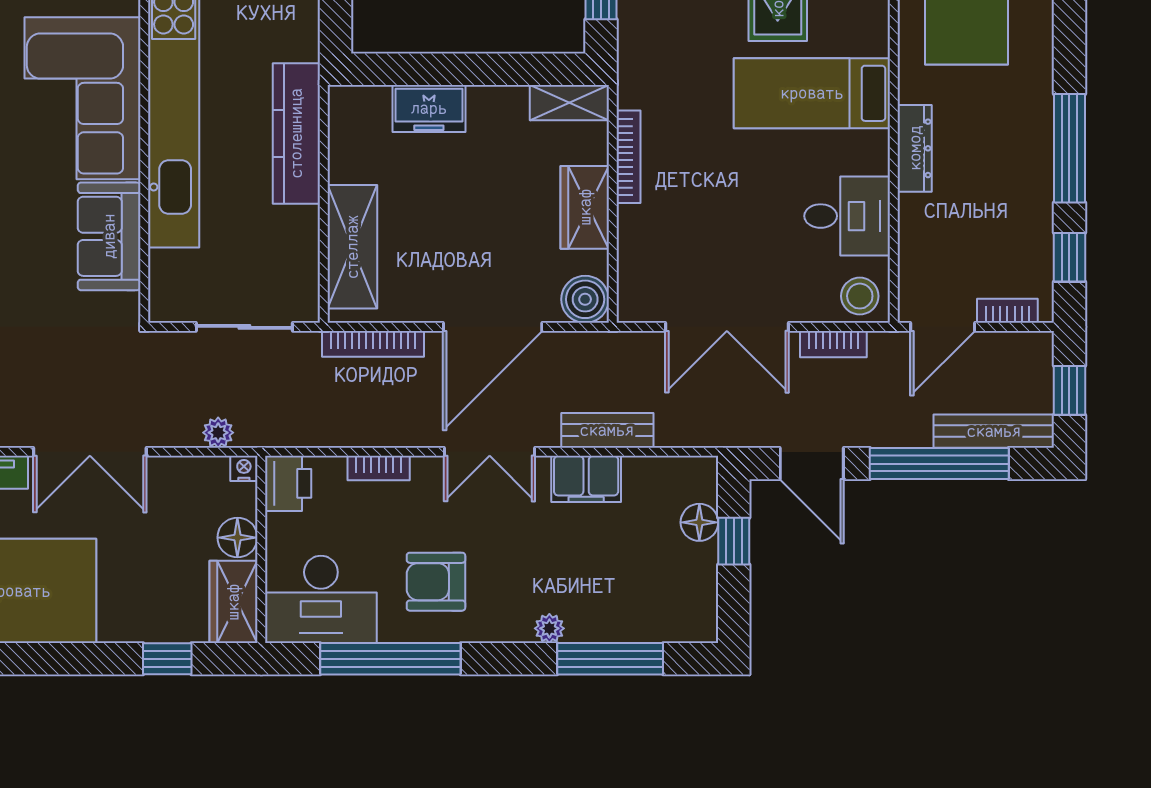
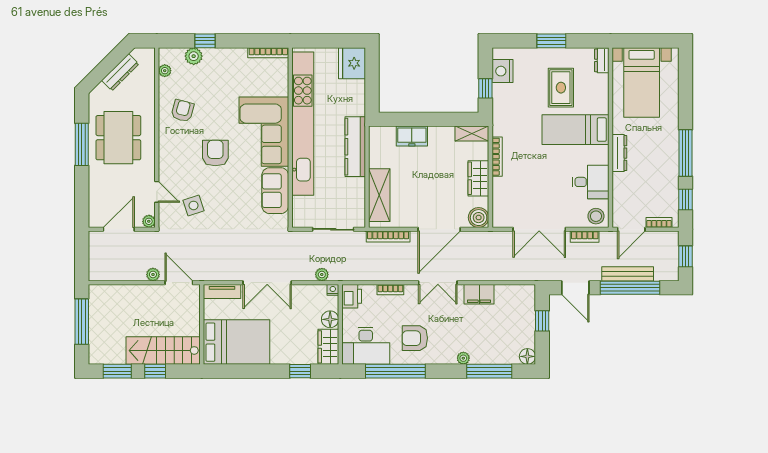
bench: (607, 430) -> (488, 274), removed
bench: (994, 431) -> (628, 274), moved
floor lamp: (699, 522) -> (527, 356), moved

